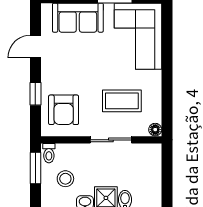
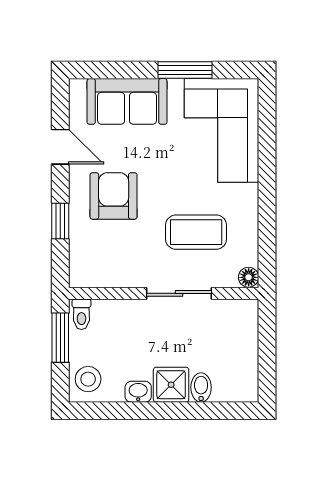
door: (35, 47) -> (60, 147), swing flipped
armchair: (64, 110) -> (114, 196), moved, turned 180
stool: (65, 179) -> (88, 379), moved

